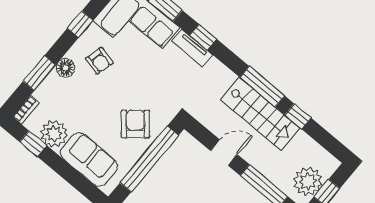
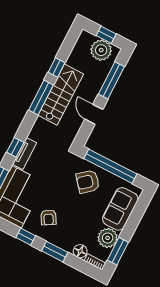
armchair: (99, 61) -> (48, 217), turned 135
floor lamp: (65, 68) -> (80, 251), moved
window: (39, 73) -> (55, 252), moved
window: (33, 144) -> (118, 251), width x1.50

